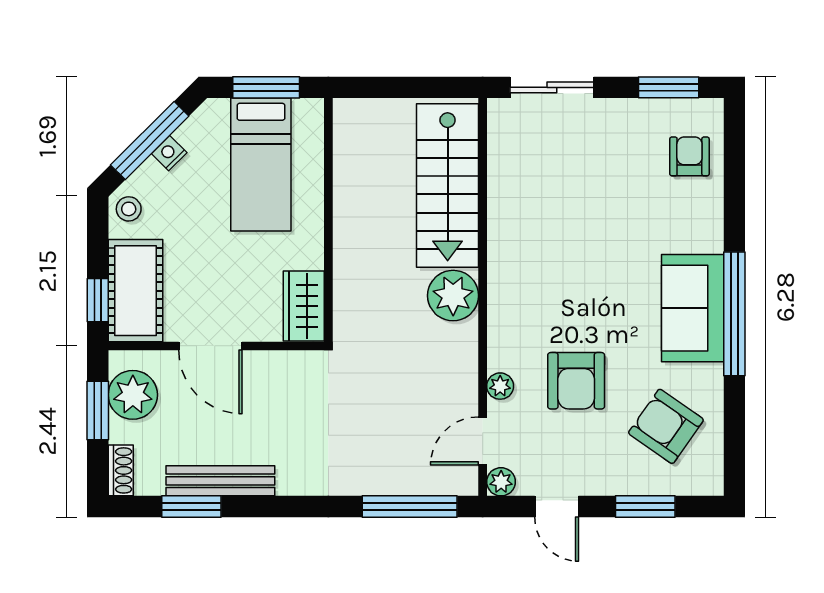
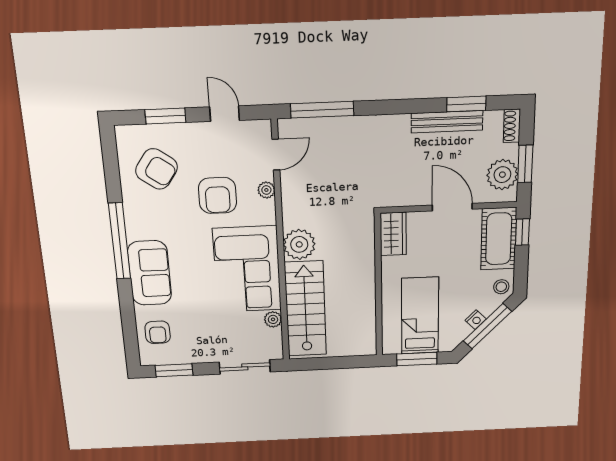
corner sofa: (537, 258) -> (247, 269), added
sofa: (693, 308) -> (150, 273), moved
armchair: (576, 381) -> (217, 195), turned 180
plant: (501, 482) -> (273, 319), moved

